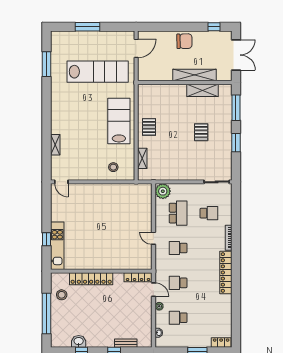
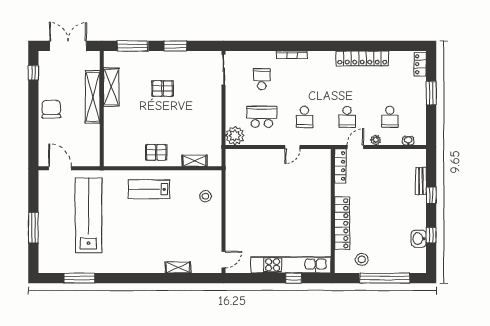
lab bench: (119, 121) -> (149, 189), width x0.73, depth x0.72
kitchen unit: (57, 246) -> (291, 265), width x1.36
locker: (226, 272) -> (362, 58), moved

